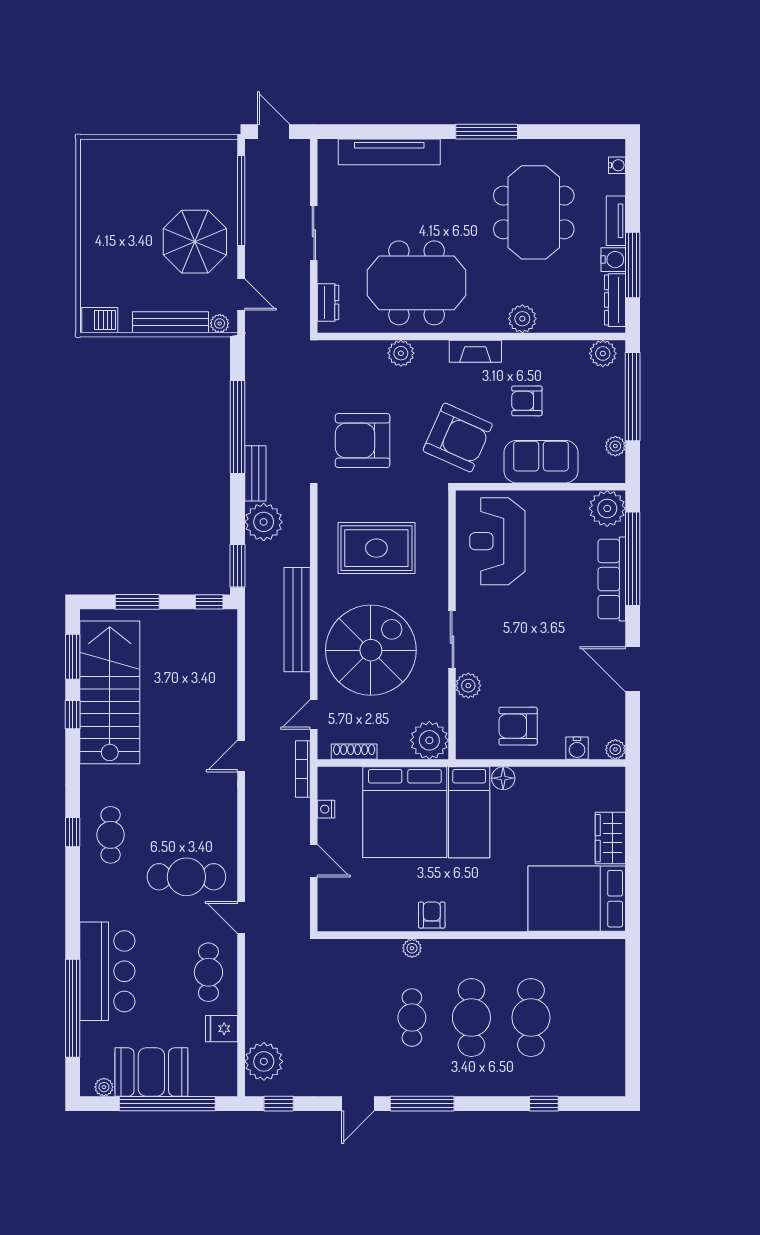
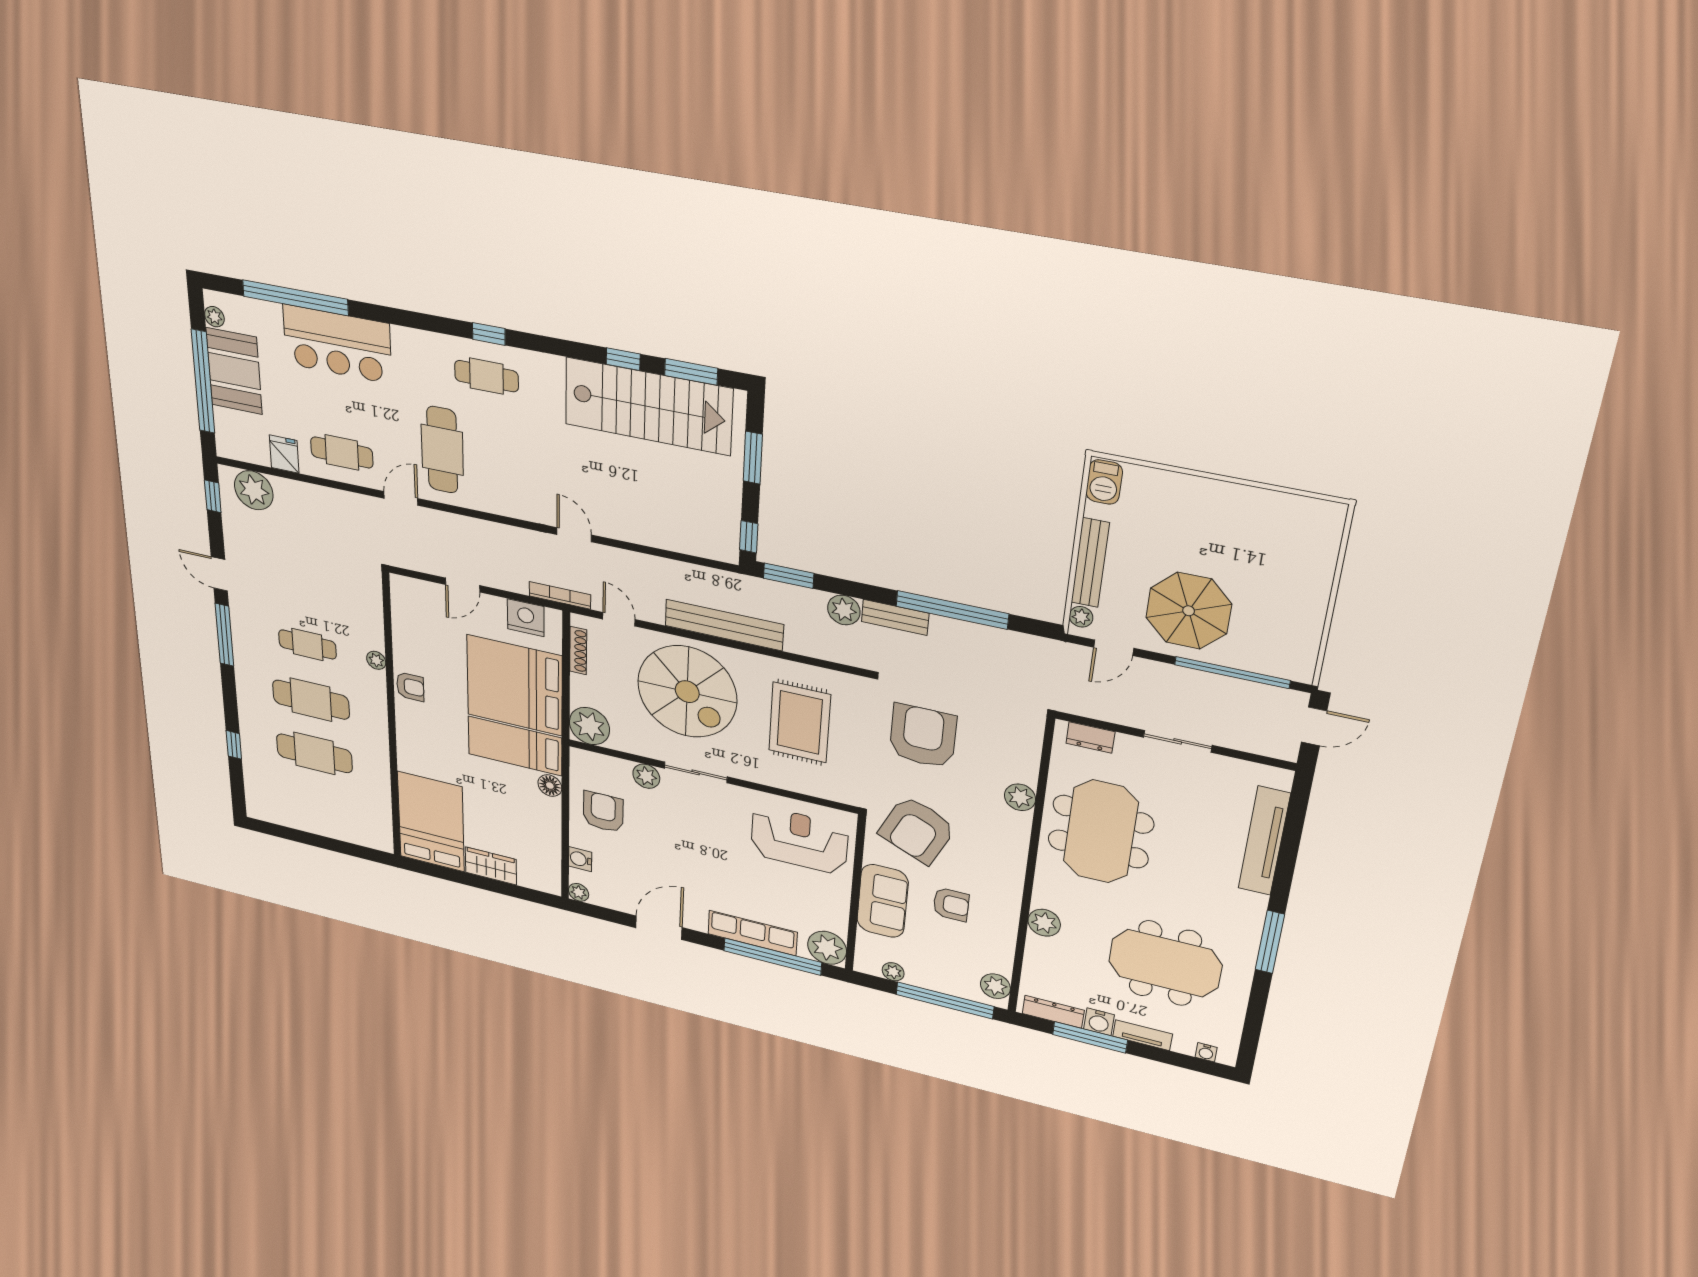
fireplace: (475, 351) -> (1013, 870), removed
armchair: (527, 401) -> (951, 904), turned 90
plant: (264, 522) -> (844, 610), width x0.73, depth x0.73
nightstand: (326, 809) -> (526, 618), width x1.89, depth x1.79

